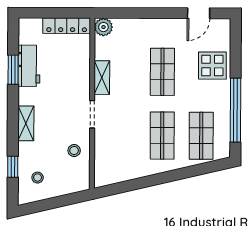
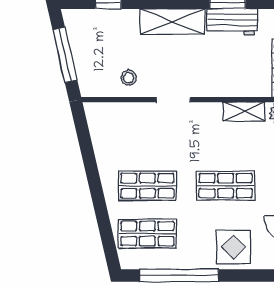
shelving: (102, 78) -> (244, 111), moved
shelving: (26, 123) -> (173, 22), width x1.50, depth x1.33
stool: (38, 178) -> (95, 33), removed
window: (55, 202) -> (65, 55), added

